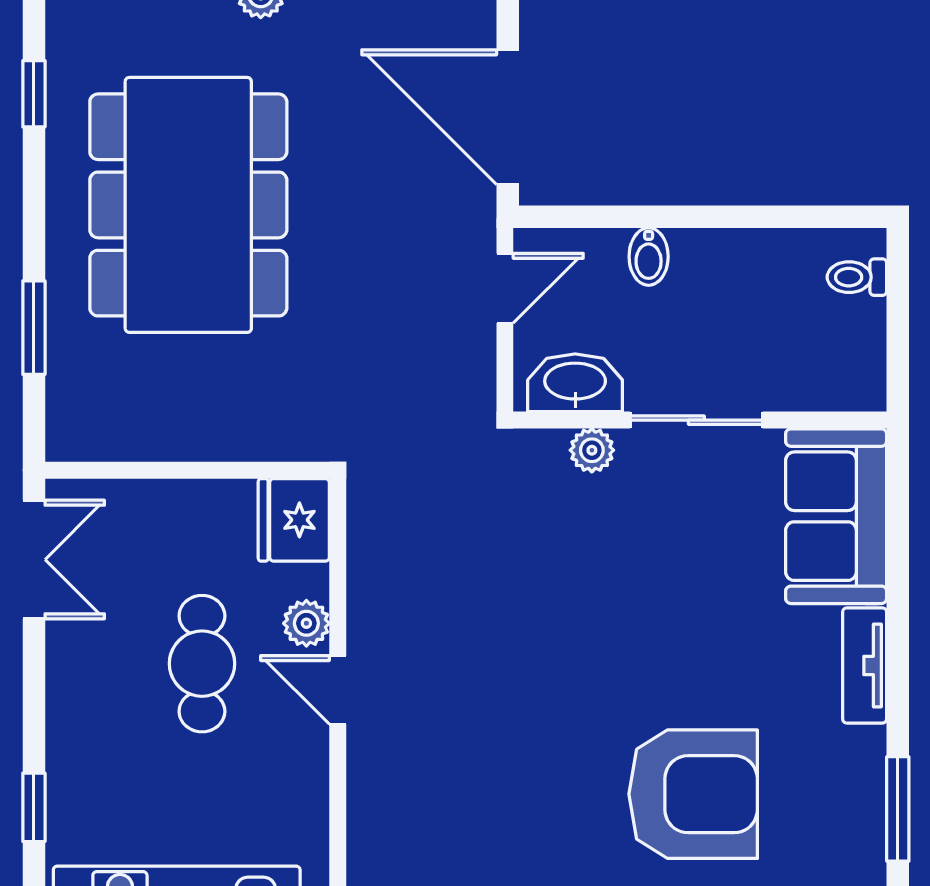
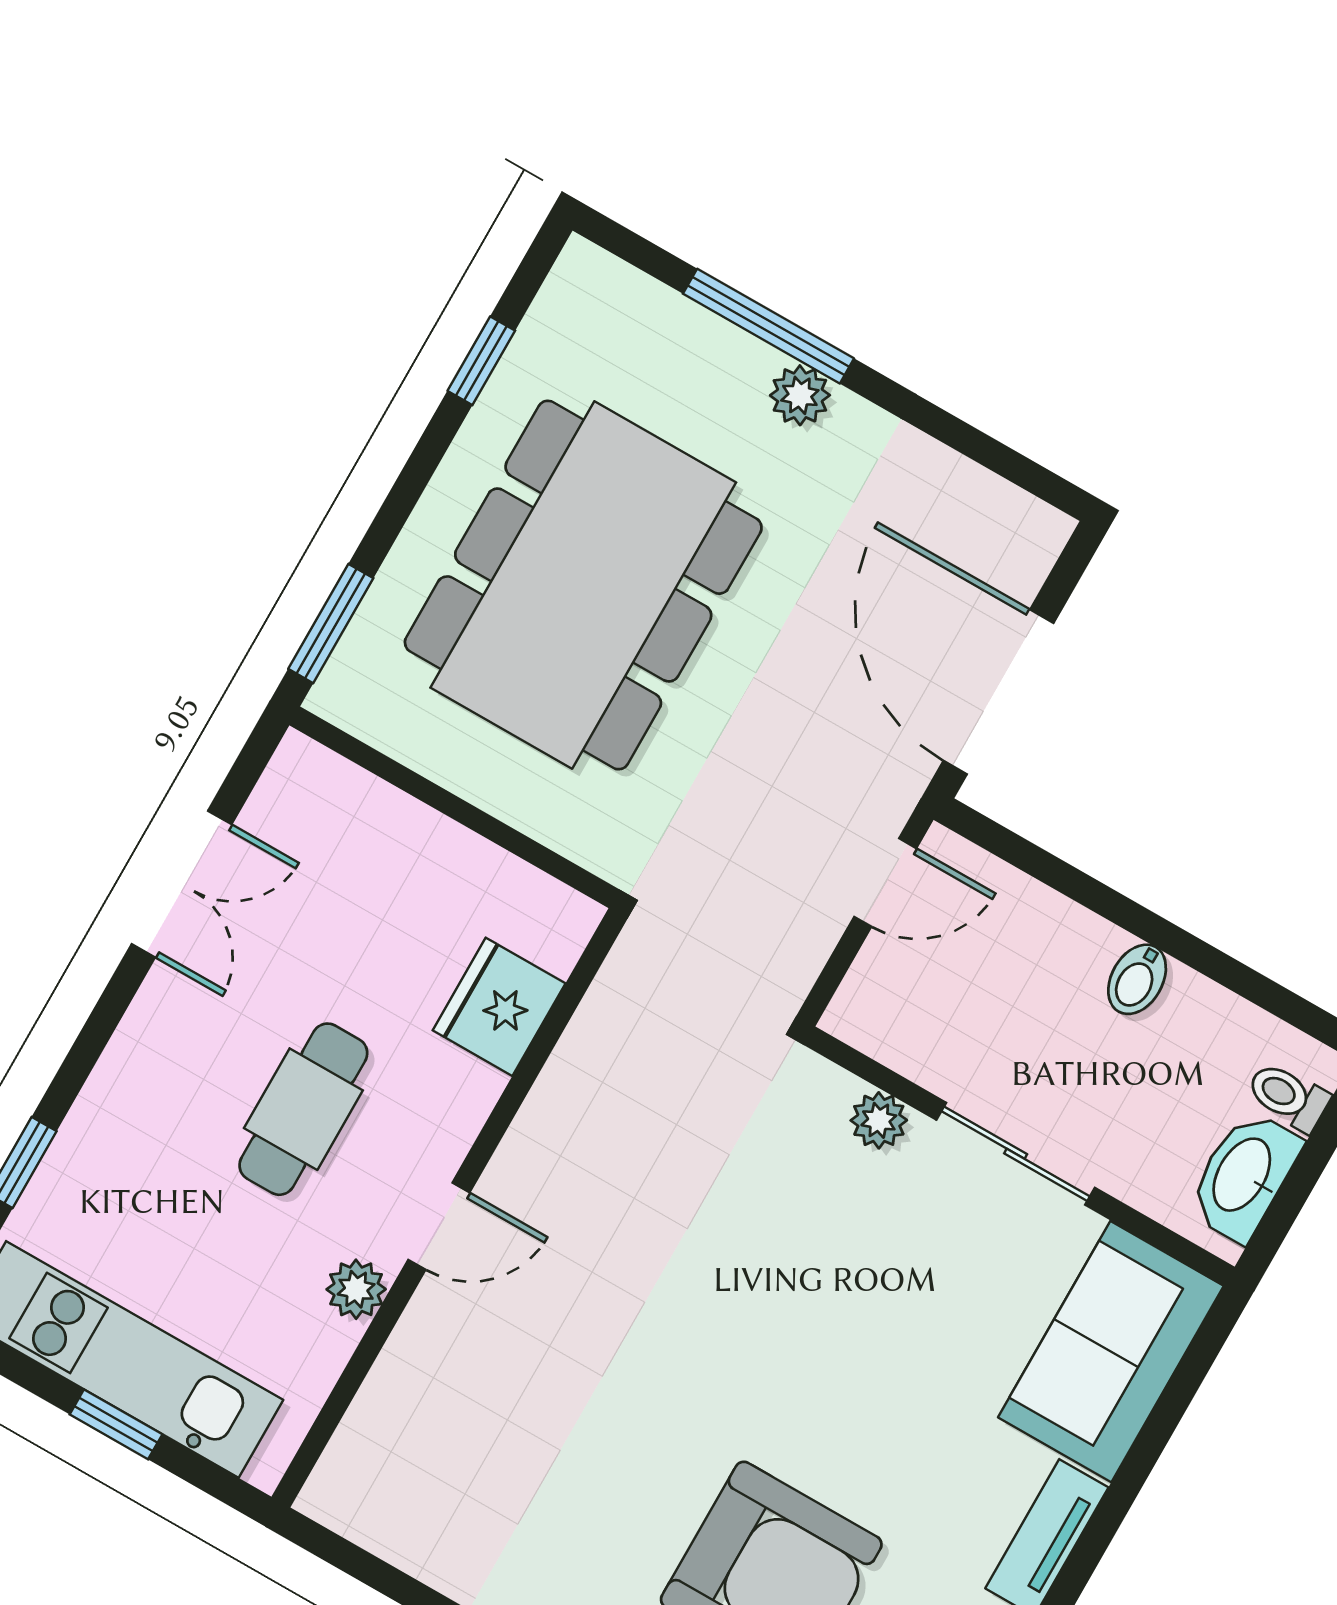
bidet: (649, 257) -> (1137, 979), moved
washbasin: (575, 383) -> (1244, 1176), moved, turned -90
wall: (187, 470) -> (454, 807), moved
plant: (306, 623) -> (356, 1289), moved
door: (338, 690) -> (439, 1226), swing flipped

